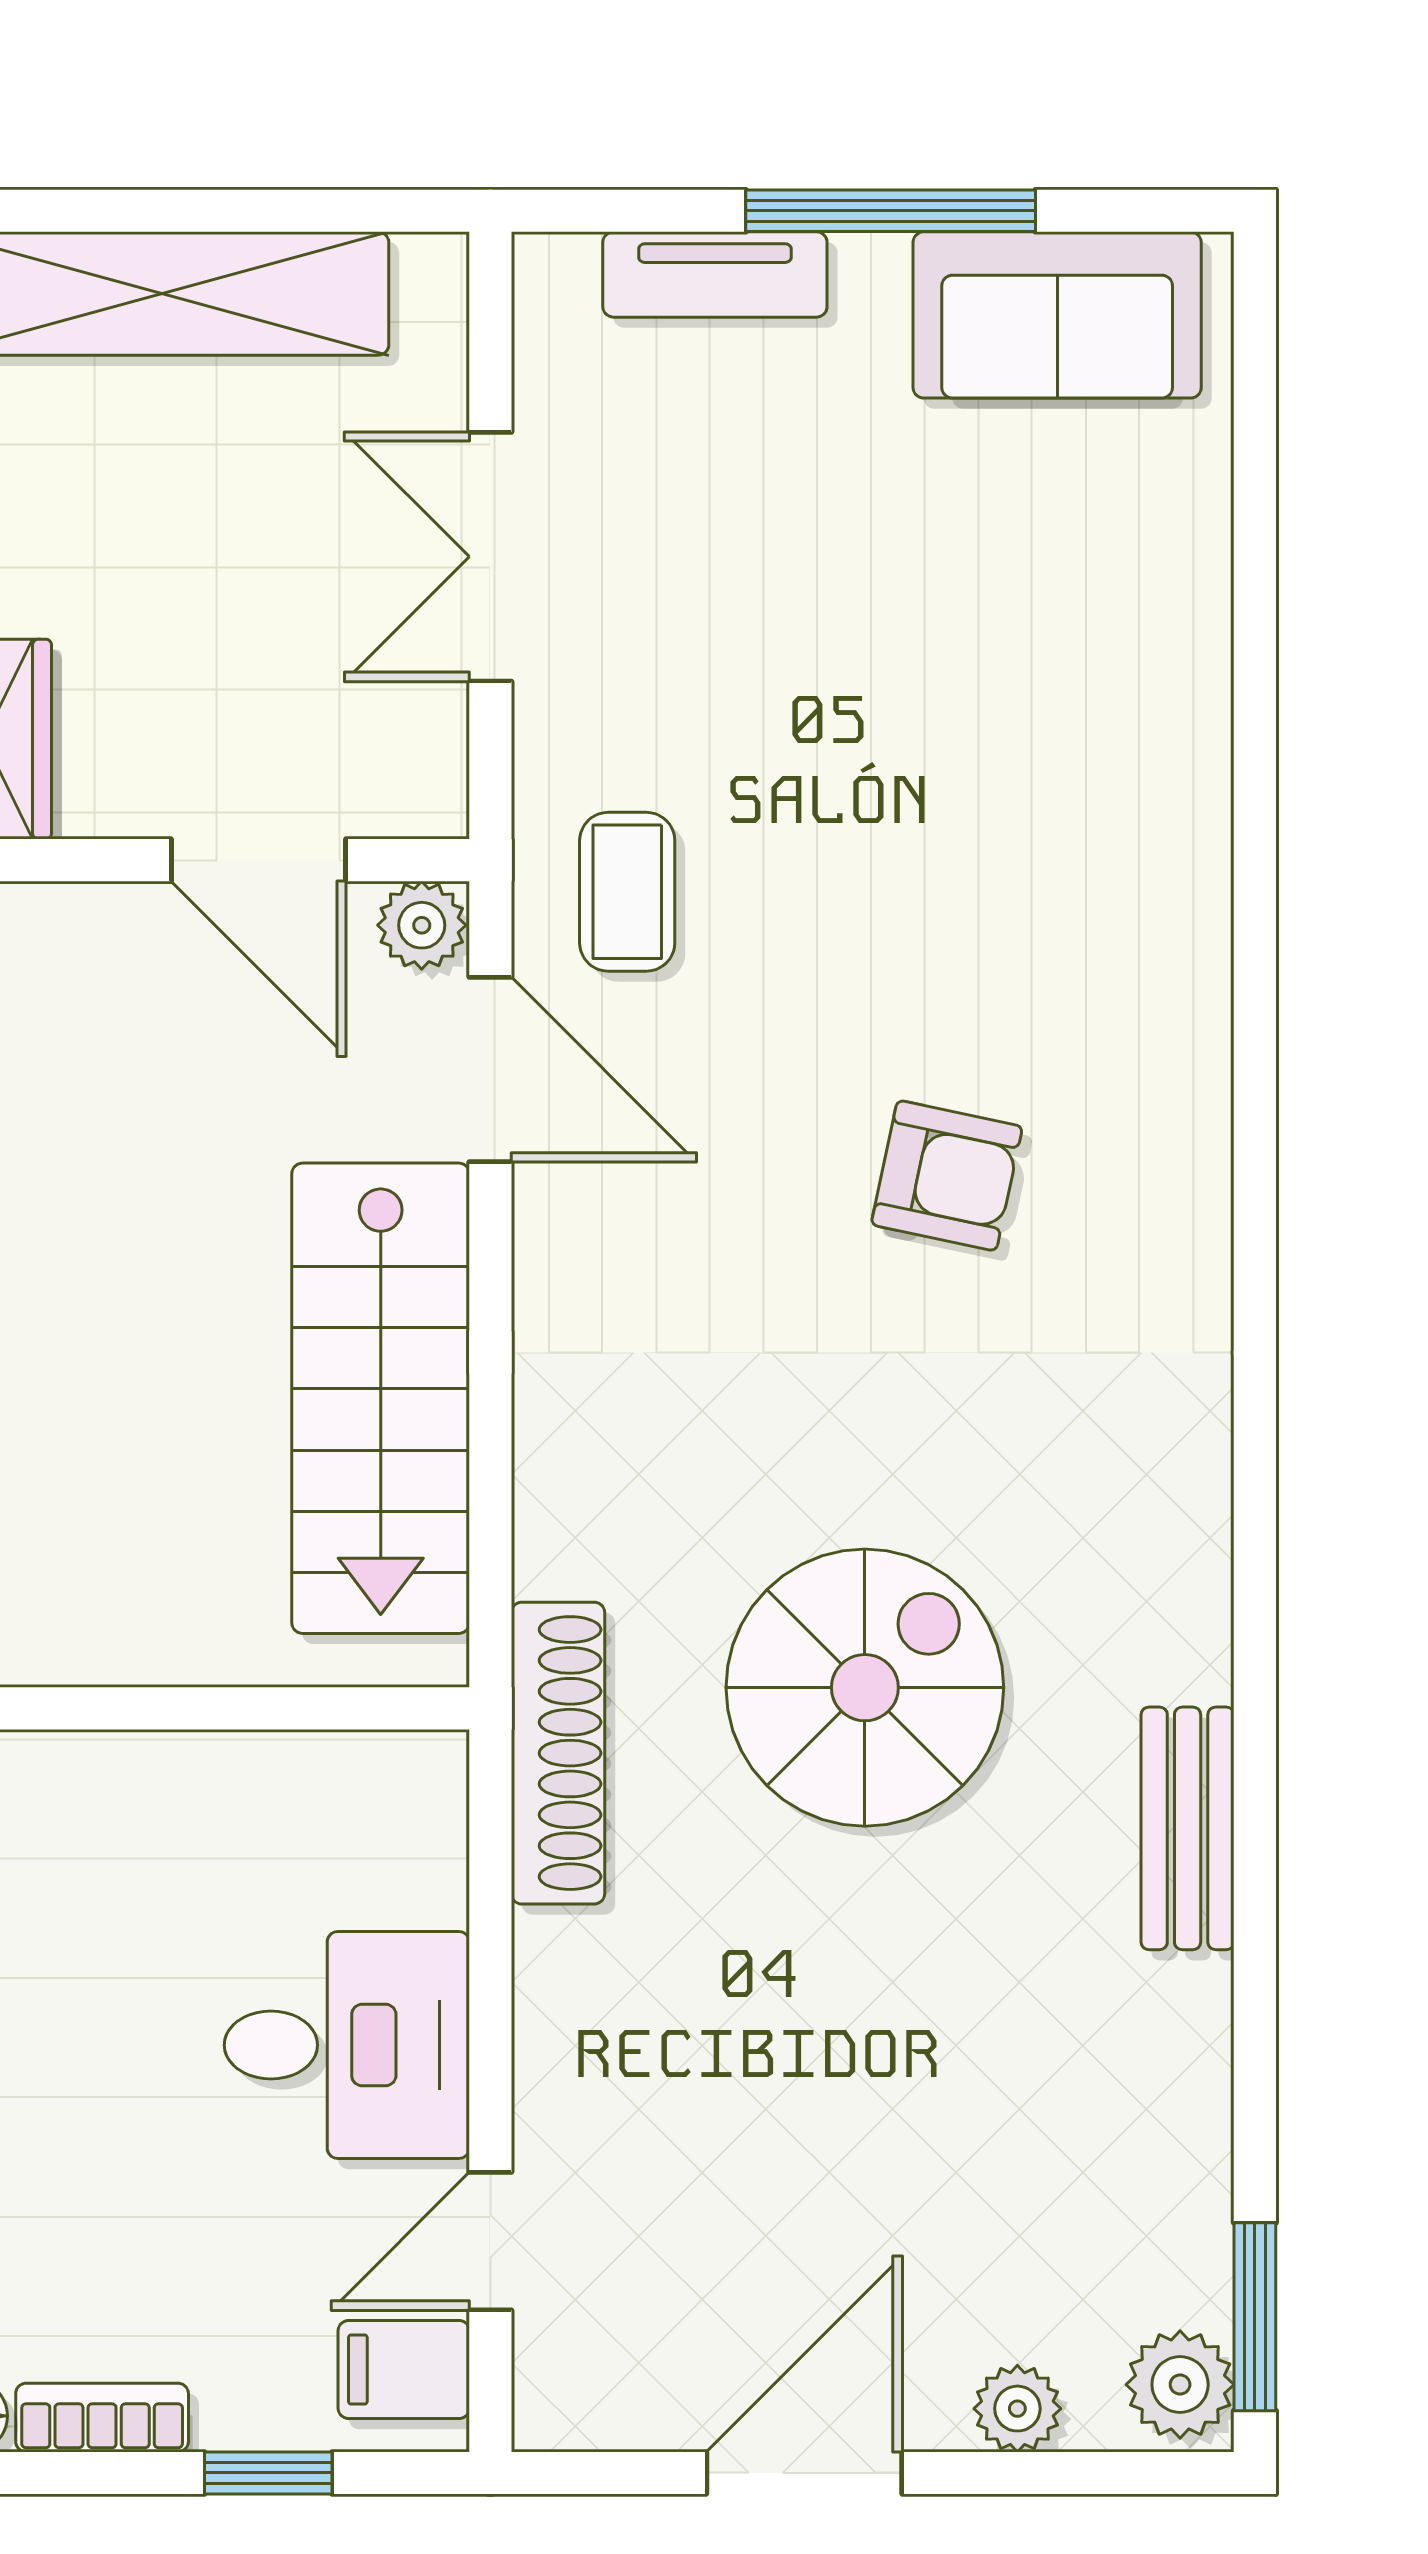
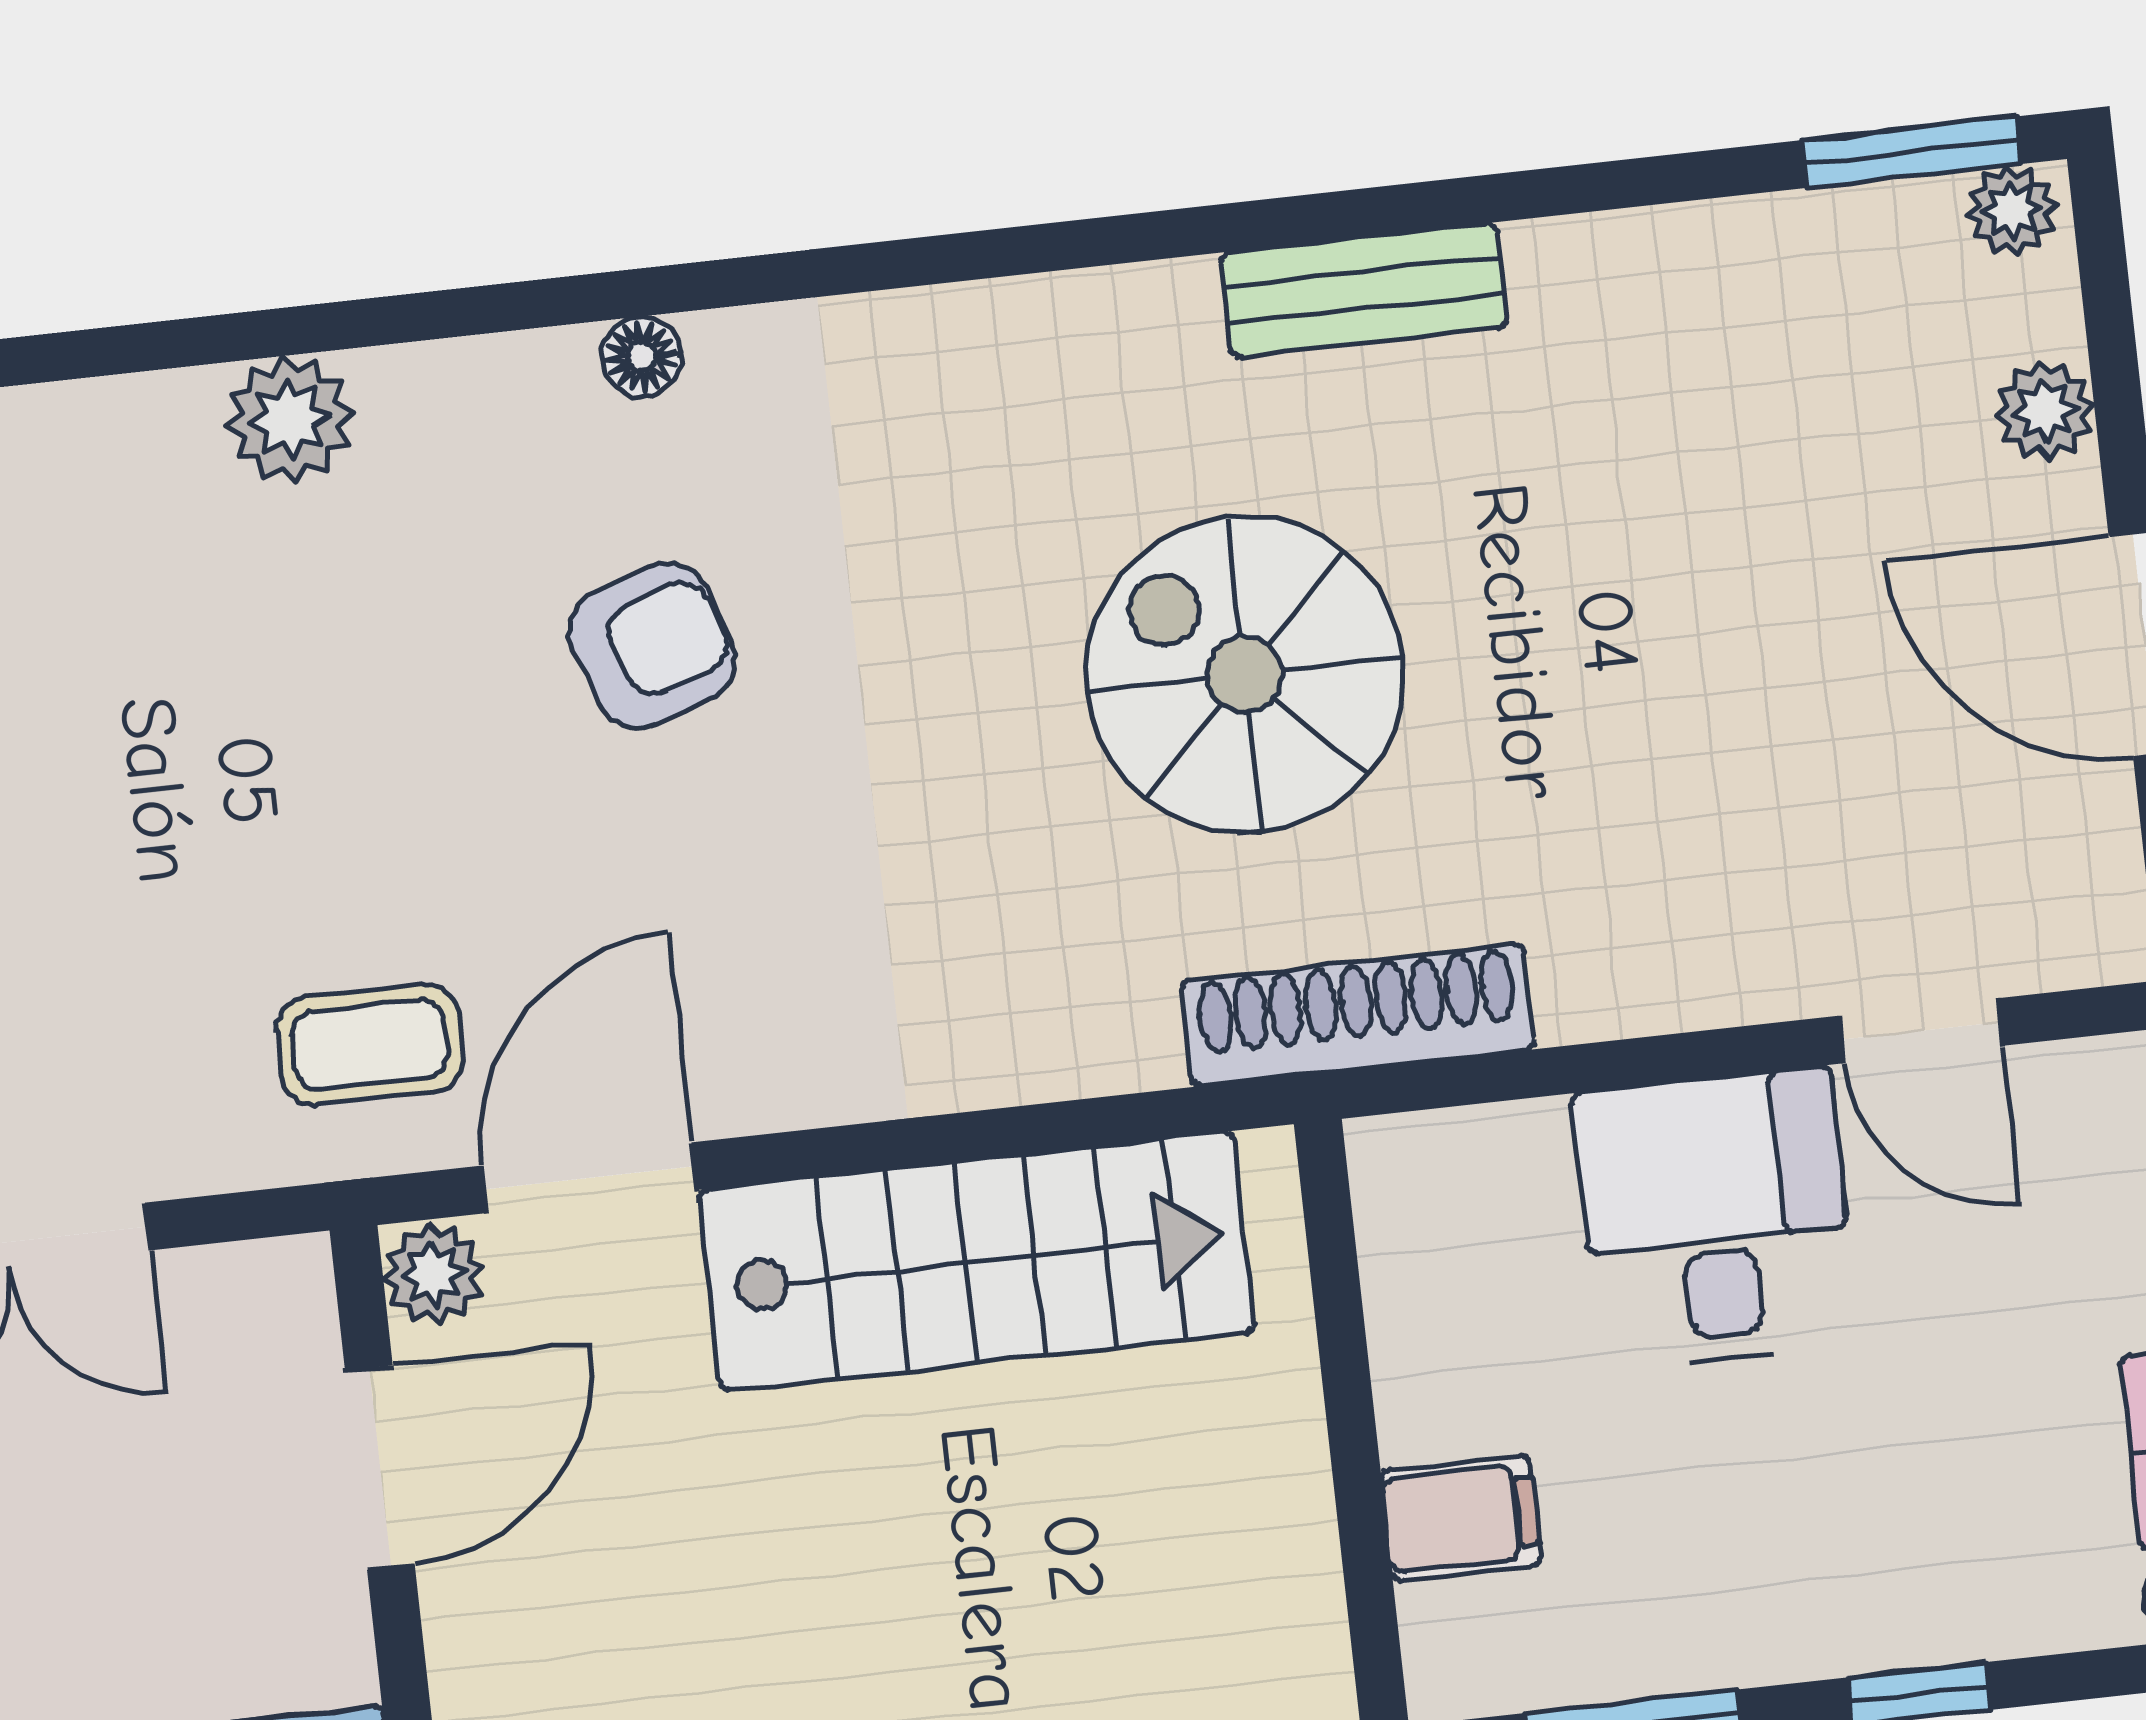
plant: (1178, 882) -> (290, 420), added
armchair: (947, 1176) -> (652, 646), turned 59
floor lamp: (1199, 1194) -> (642, 356), added
filing cabinet: (404, 2369) -> (1461, 1518), moved, turned -90
plant: (1180, 2385) -> (2012, 210), width x0.73, depth x0.73

